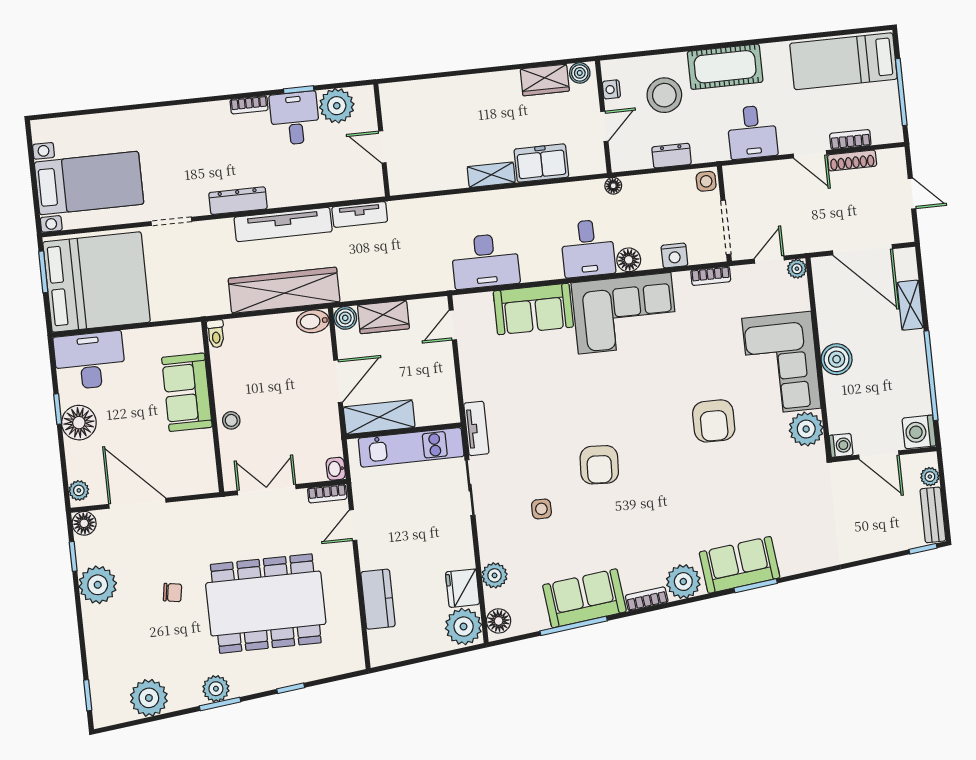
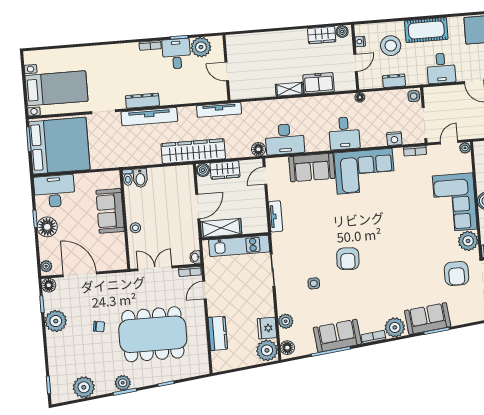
tv unit: (360, 214) -> (219, 110), width x1.41
tv unit: (283, 224) -> (149, 117), moved
floor lamp: (629, 260) -> (258, 149), moved
wardrobe: (284, 290) -> (193, 151), moved
bidet: (313, 321) -> (140, 178), moved, turned -90
armchair: (714, 421) -> (457, 274), moved
tv unit: (476, 428) -> (276, 216), moved

